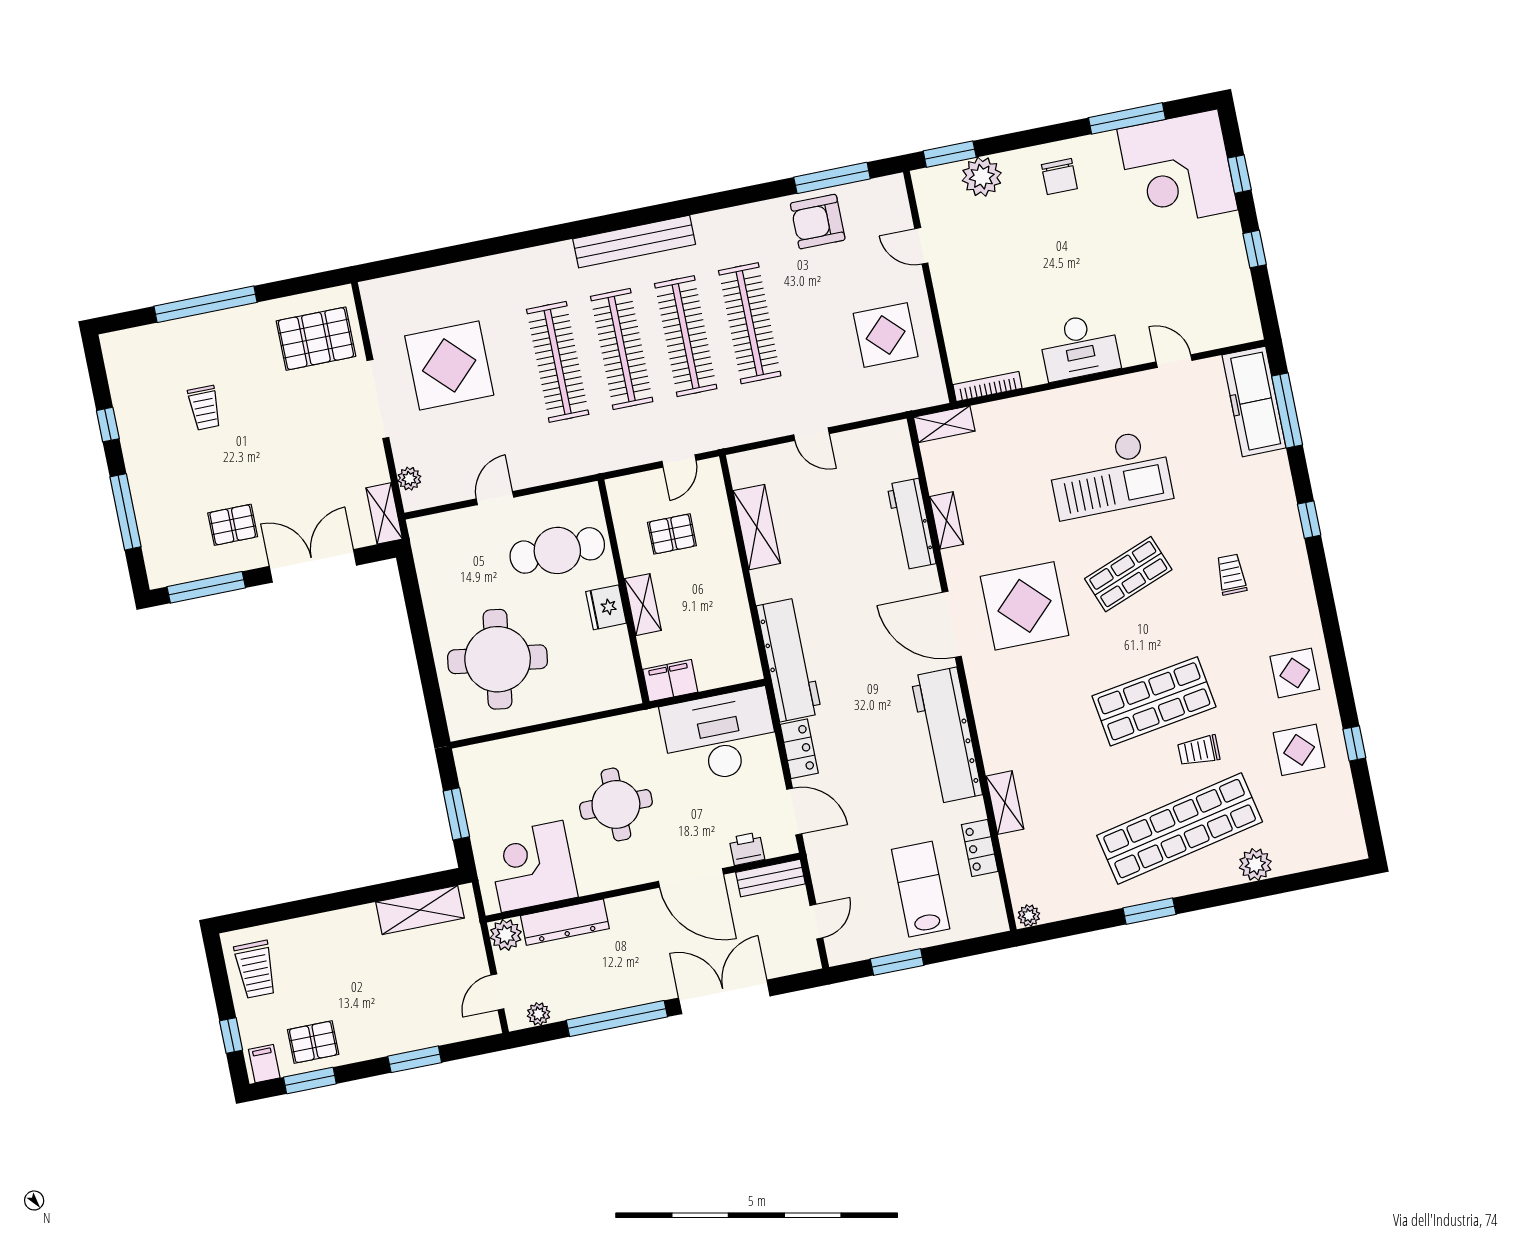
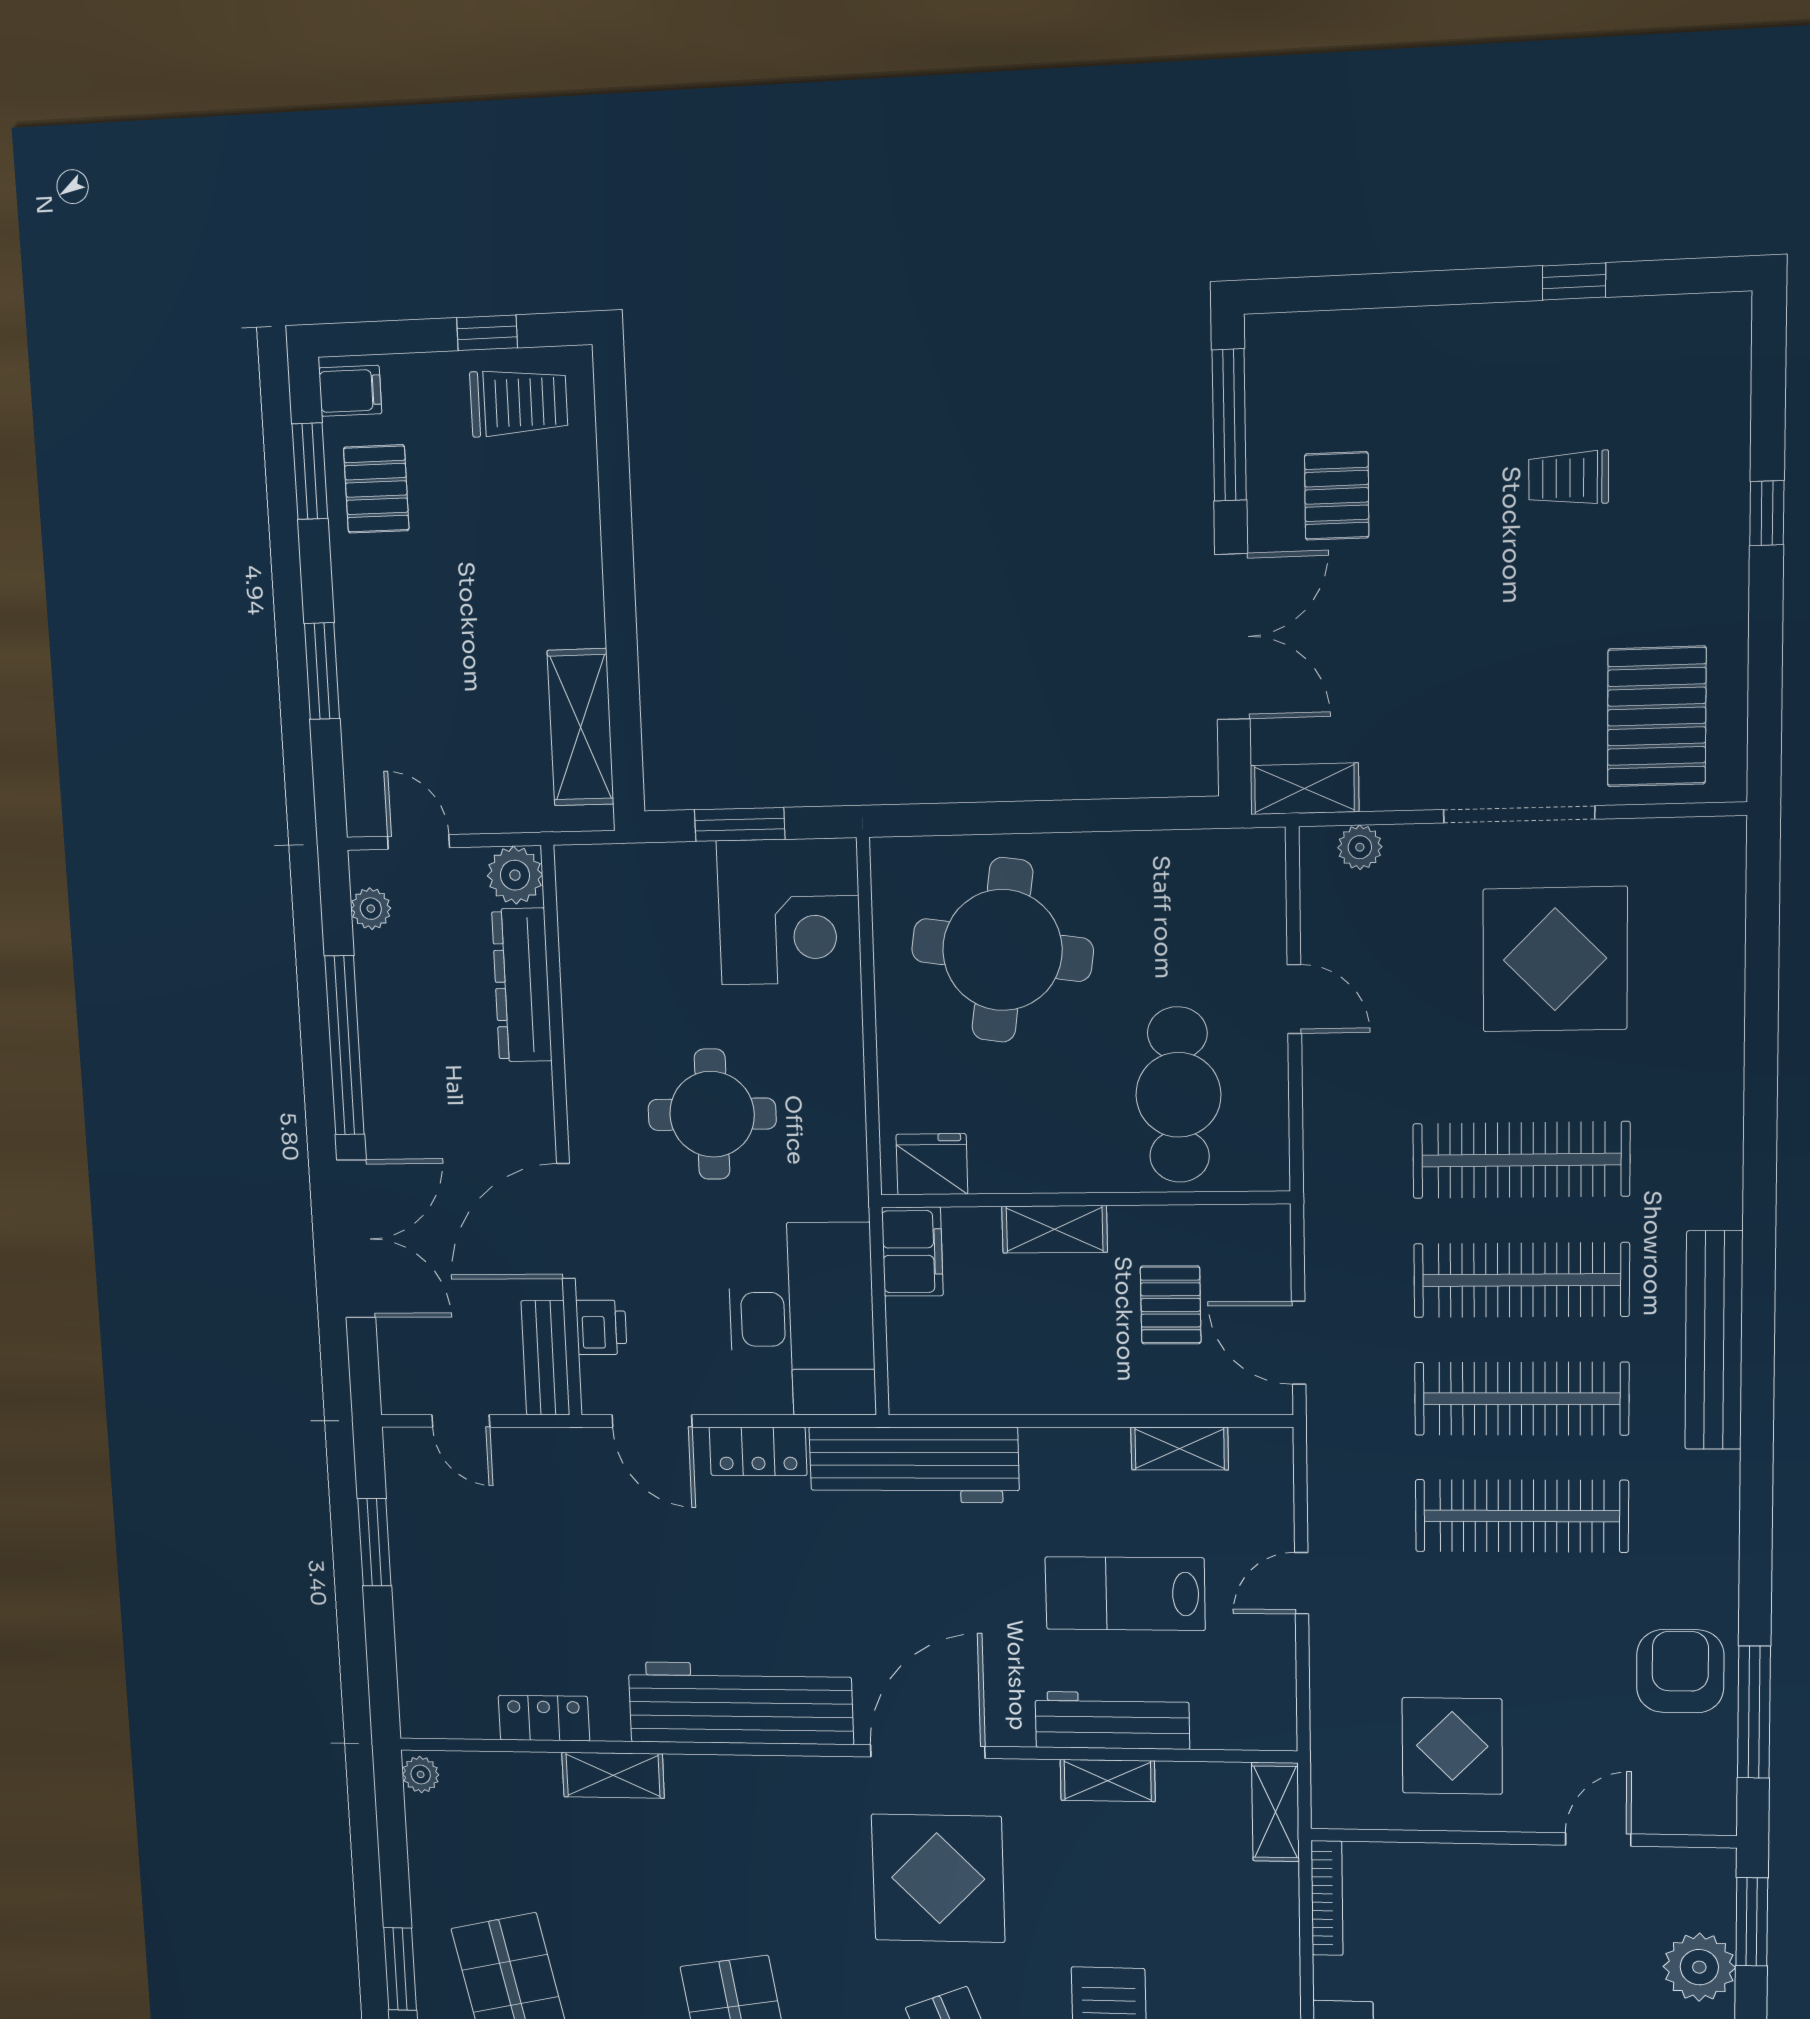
window: (206, 304) -> (1767, 513), width x0.32
door: (679, 461) -> (1299, 1343), width x1.37
window: (125, 512) -> (1400, 290), removed
shelving: (757, 527) -> (1180, 1449), width x0.67, depth x0.75
fridge: (606, 607) -> (932, 1164), moved
door: (794, 812) -> (652, 1421), hinge flipped
corner desk: (532, 866) -> (789, 911), moved, turned 90
lab bench: (921, 889) -> (1125, 1594), moved, turned 180
trolley: (255, 969) -> (519, 403), turned 180
window: (231, 1035) -> (487, 333), moved

